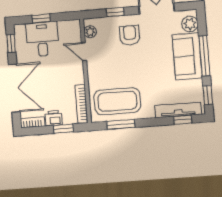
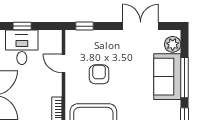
window: (115, 12) -> (84, 26), moved
plant: (90, 32) -> (71, 44), removed
armchair: (130, 35) -> (99, 74), moved

